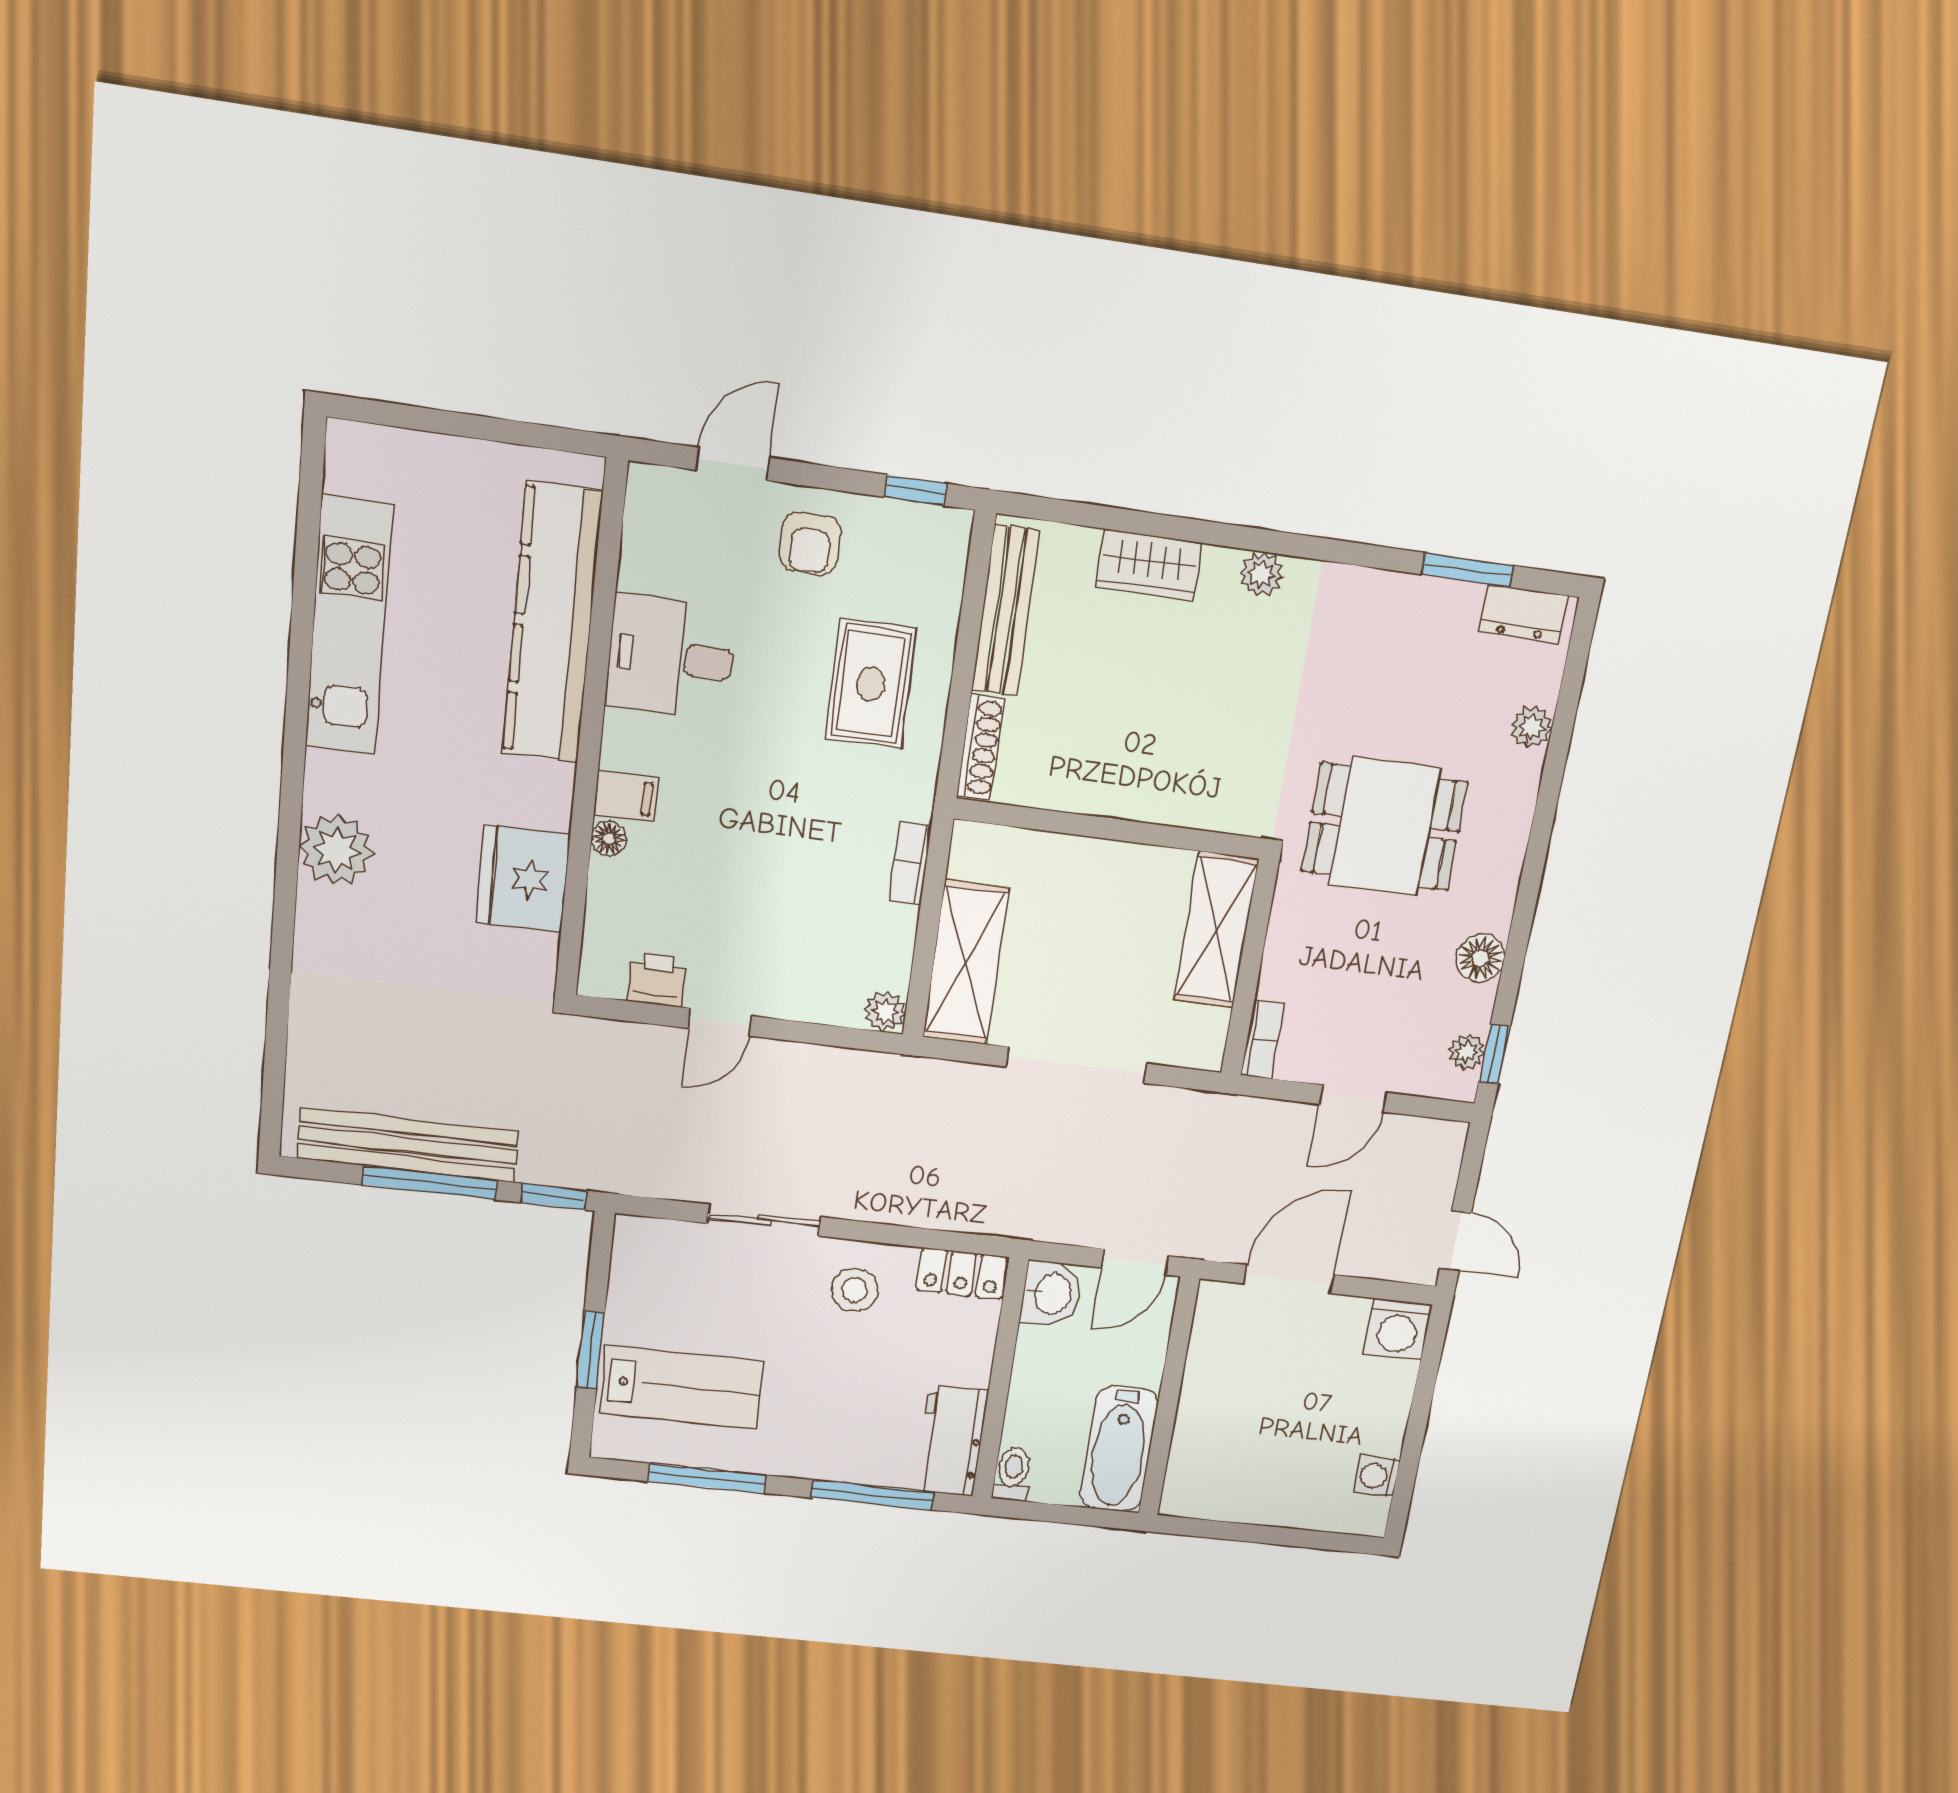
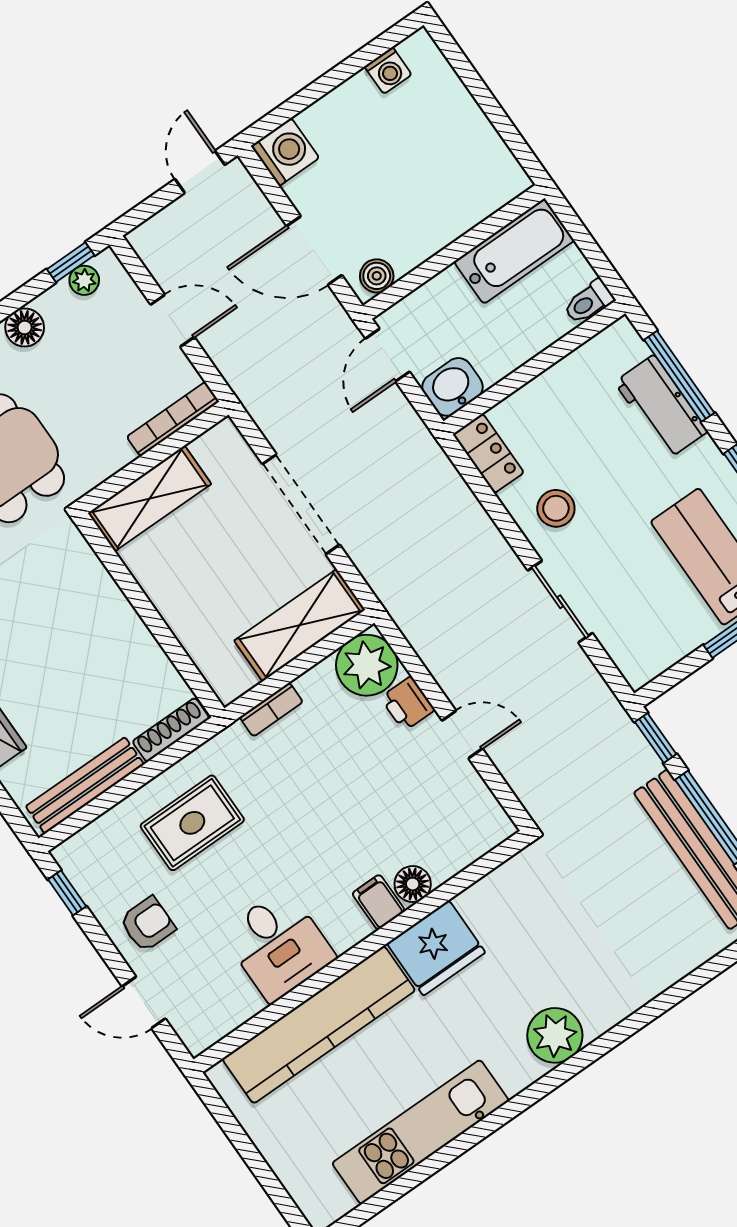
floor lamp: (609, 839) -> (413, 884), width x1.37, depth x1.37
fridge: (523, 879) -> (436, 948), moved
printer: (657, 980) -> (408, 704), moved
plant: (885, 1012) -> (367, 665), width x1.87, depth x1.87
bookcase: (1263, 1040) -> (173, 419), width x1.56
door: (1135, 1262) -> (388, 355), swing flipped
boiler: (1214, 1314) -> (377, 276), added
workbench: (951, 1441) -> (661, 407), moved, turned 90

